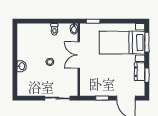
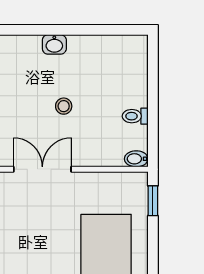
double door: (79, 55) -> (42, 169), moved

